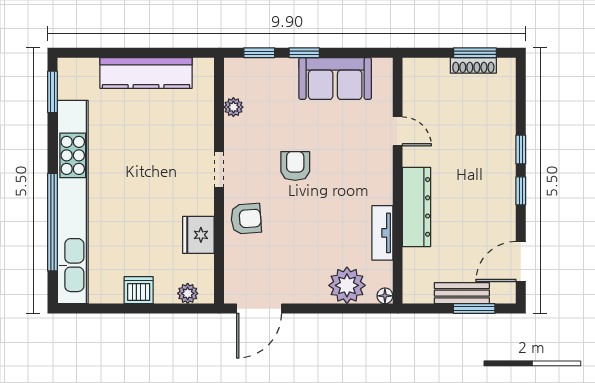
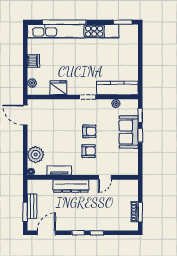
kitchen counter: (146, 73) -> (117, 88), moved, turned 90
sofa: (335, 78) -> (129, 132), moved
armchair: (246, 219) -> (89, 151), moved, turned -86
door: (521, 261) -> (46, 233), hinge flipped

